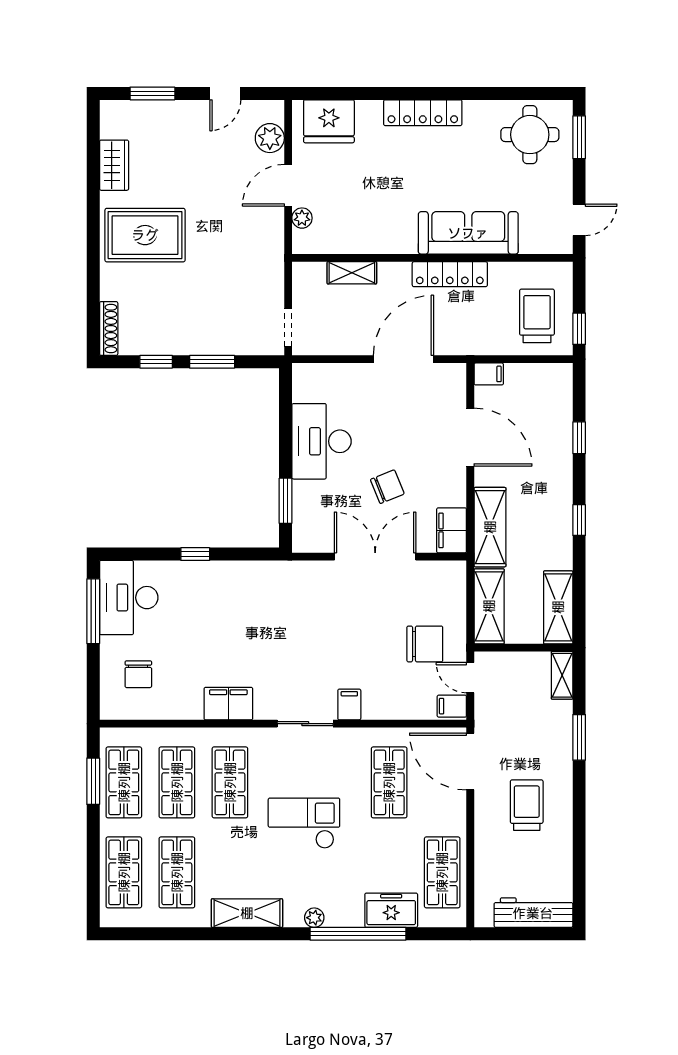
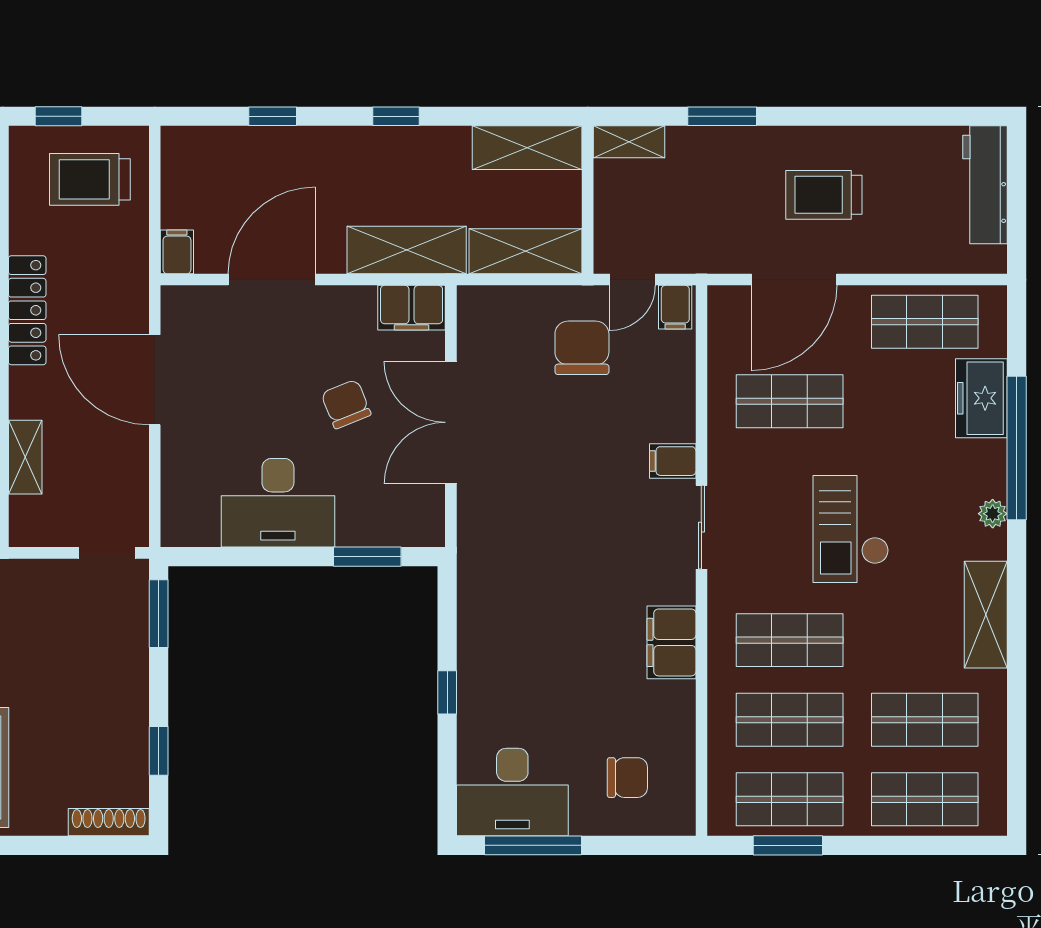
window: (579, 329) -> (58, 116), moved
window: (212, 362) -> (159, 614), moved
door: (470, 762) -> (794, 280), moved

